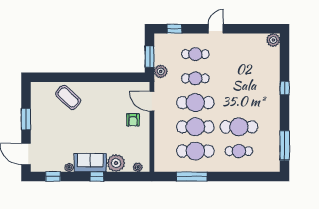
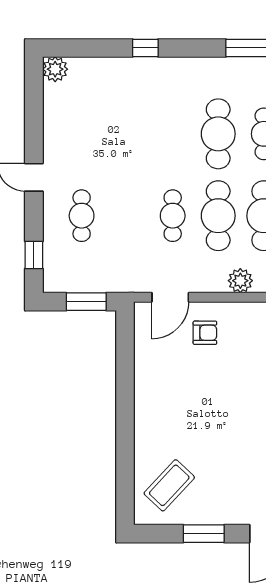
plant: (161, 71) -> (240, 281), moved
cafe table: (195, 78) -> (127, 216), removed
coffee table: (68, 97) -> (169, 485), moved
cafe table: (195, 103) -> (173, 216), width x0.73, depth x0.74

